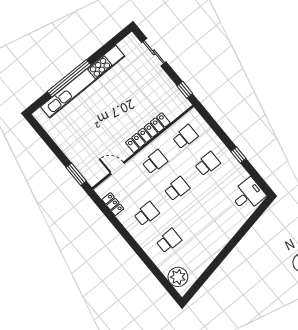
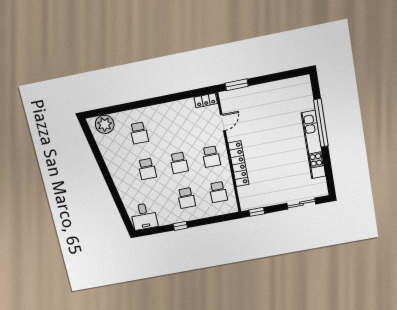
kitchen unit: (83, 82) -> (313, 145), width x0.73
locker: (113, 204) -> (206, 100), moved
school desk: (147, 214) -> (147, 169), moved

